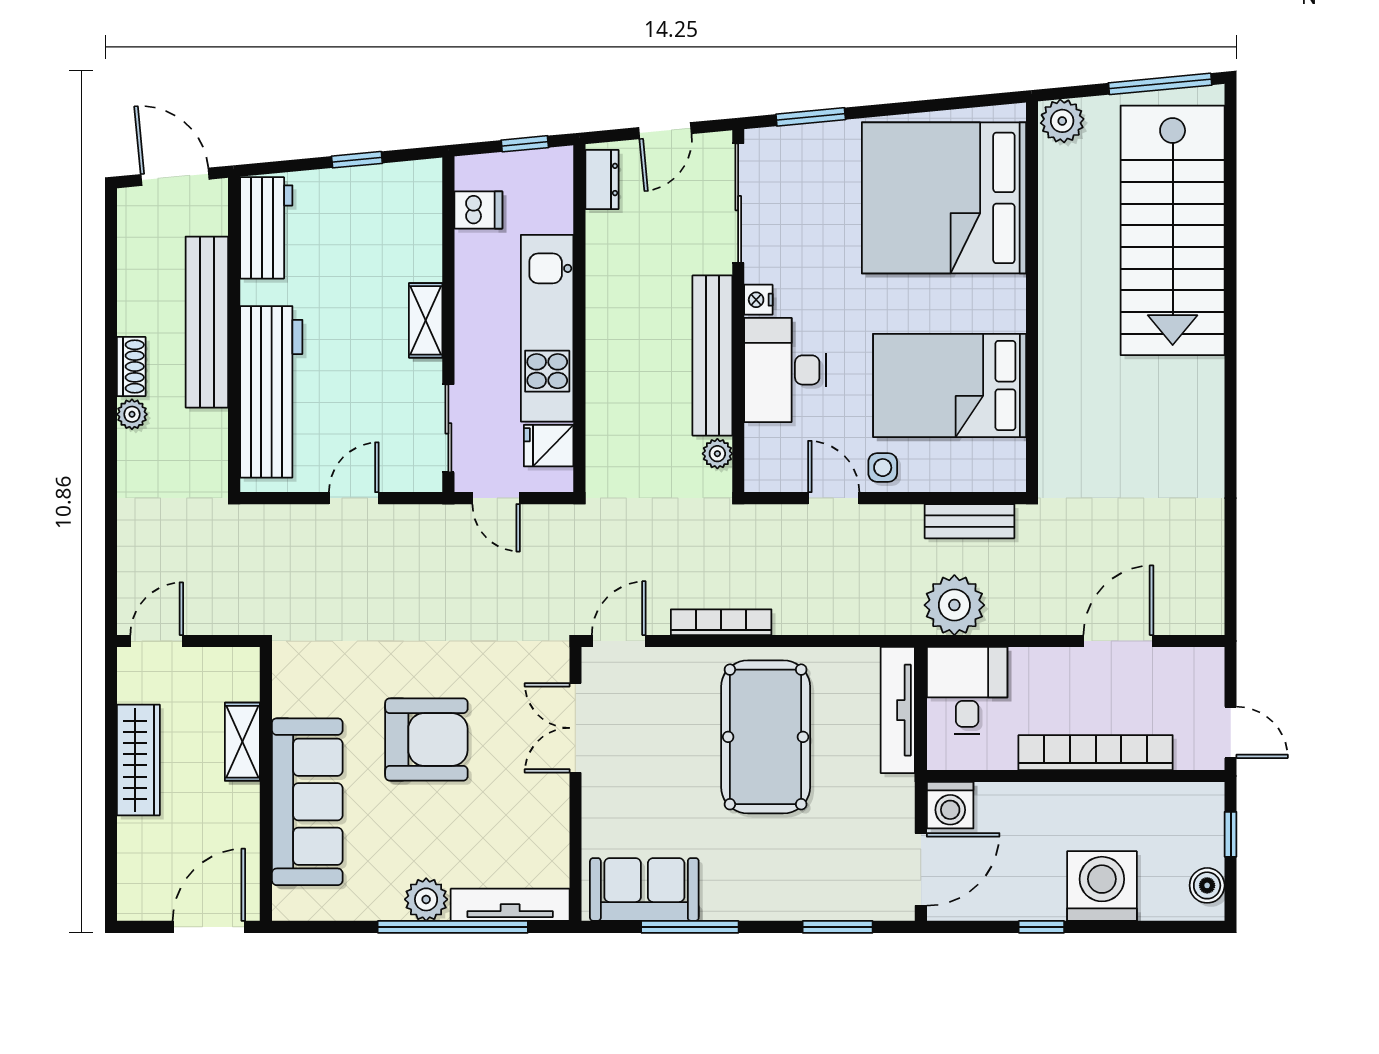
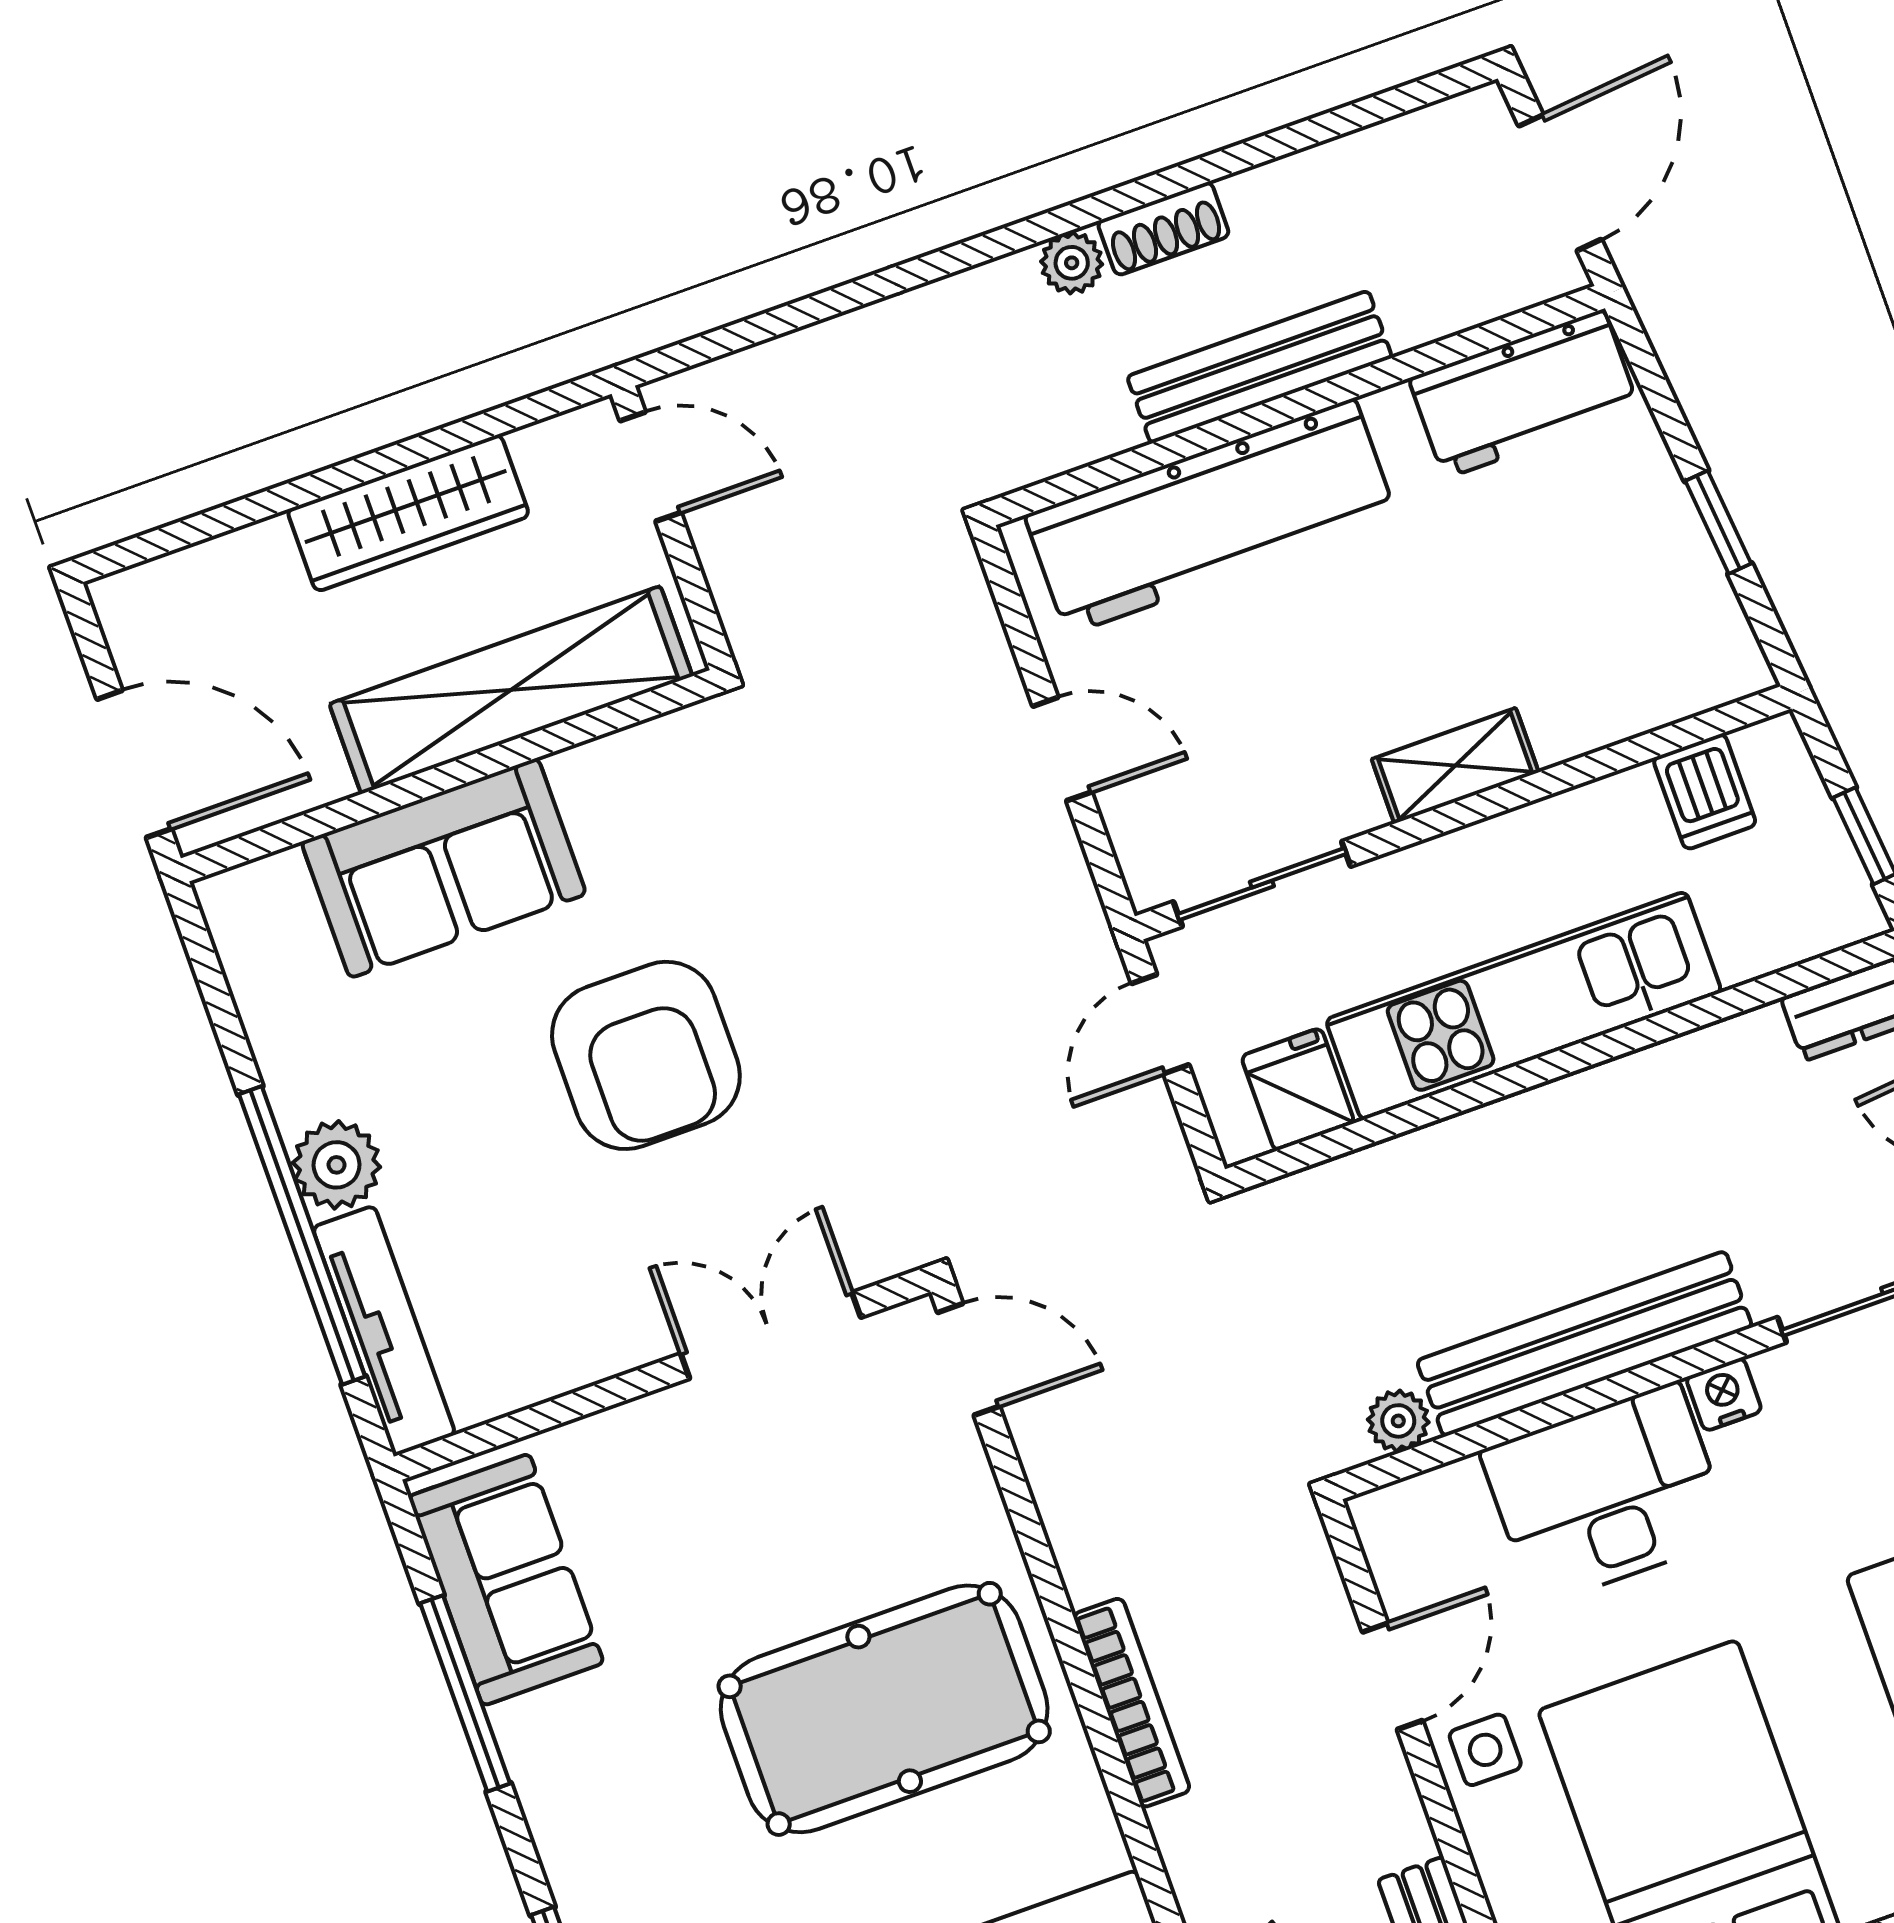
bench: (207, 322) -> (1260, 367), width x0.73, depth x0.82
bookcase: (721, 622) -> (1132, 1703), moved
shelving: (242, 742) -> (511, 690), width x2.20, depth x1.33
sofa: (307, 802) -> (444, 868), width x0.73

